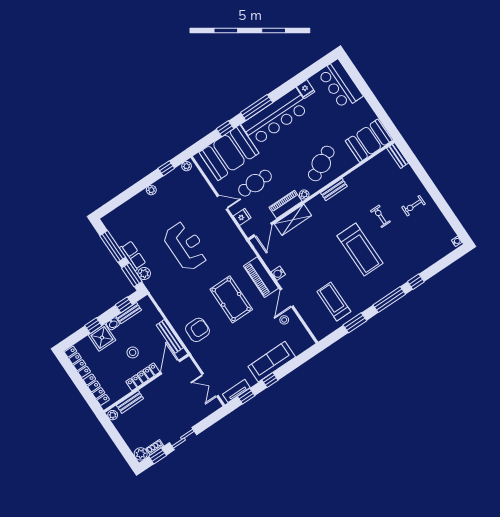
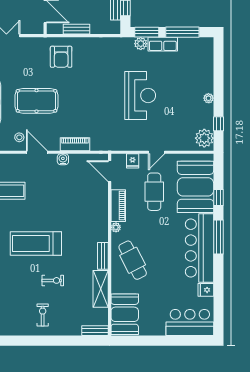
plant: (187, 166) -> (204, 138), width x1.88, depth x1.88
shelving: (293, 220) -> (101, 289), moved
reception desk: (186, 246) -> (140, 95), turned -90
piano: (261, 277) -> (75, 144), width x0.73, depth x0.75
pool table: (231, 299) -> (36, 101), moved
bench: (170, 336) -> (76, 29), width x0.73

